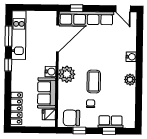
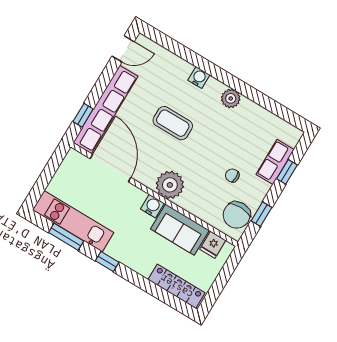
coffee table: (94, 81) -> (173, 123), moved

